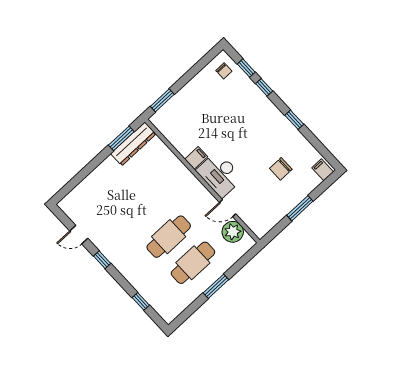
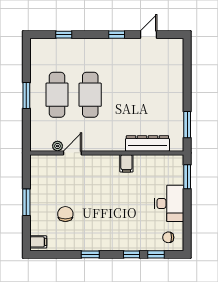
dresser: (133, 144) -> (147, 143), moved, turned 90
desk: (220, 174) -> (169, 203), moved, turned 90
plant: (233, 232) -> (58, 146), width x0.53, depth x0.53

